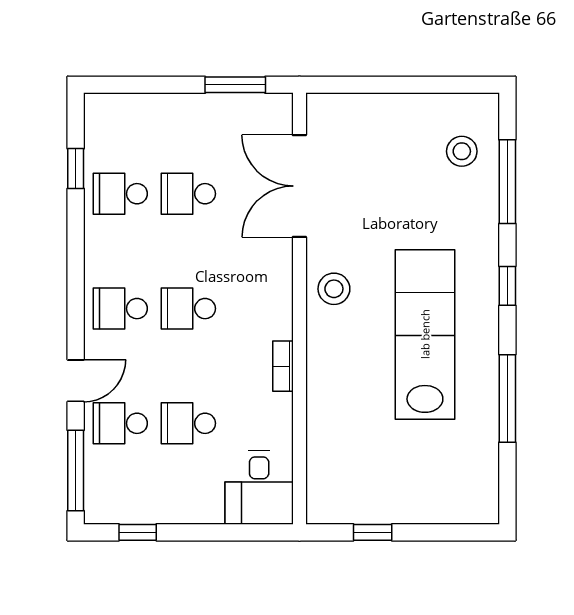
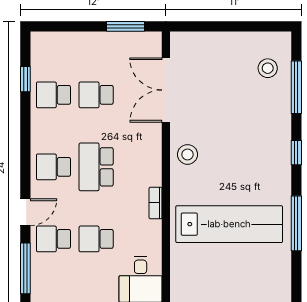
school desk: (188, 309) -> (96, 167), width x1.85
lab bench: (425, 334) -> (229, 224), moved, turned 90

